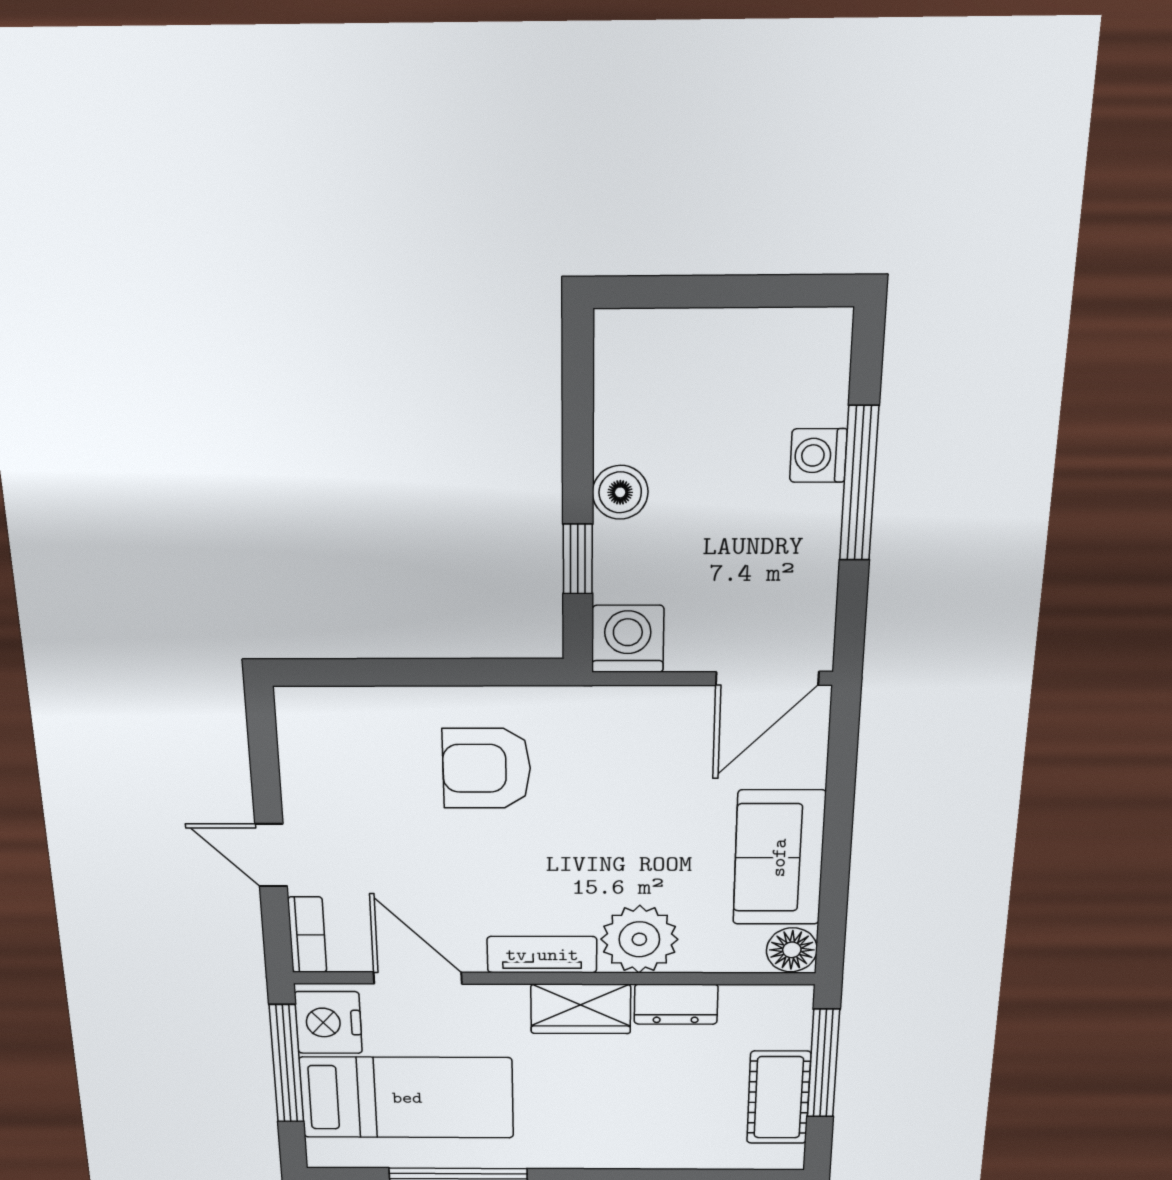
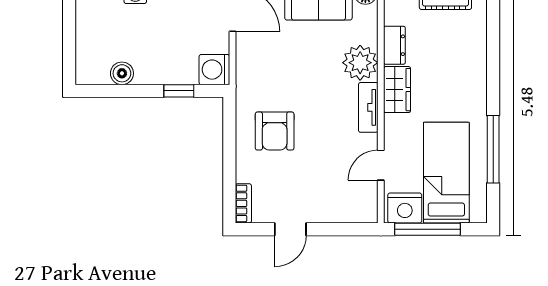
boiler: (620, 492) -> (122, 73), moved
door: (271, 855) -> (290, 229), moved
bookcase: (307, 935) -> (243, 203), moved, turned 90
door: (418, 978) -> (381, 165), width x0.73

